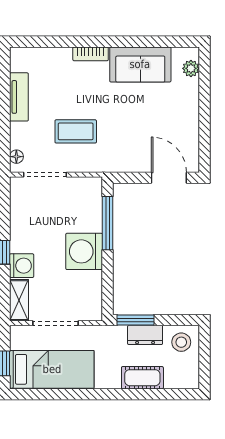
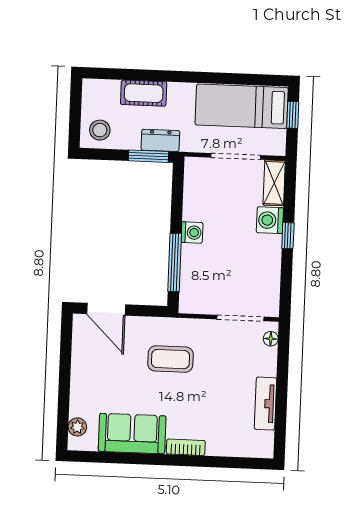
coffee table: (76, 131) -> (171, 359), moved
washing machine: (84, 251) -> (192, 233), width x0.53, depth x0.53
dresser: (145, 335) -> (160, 140), moved

